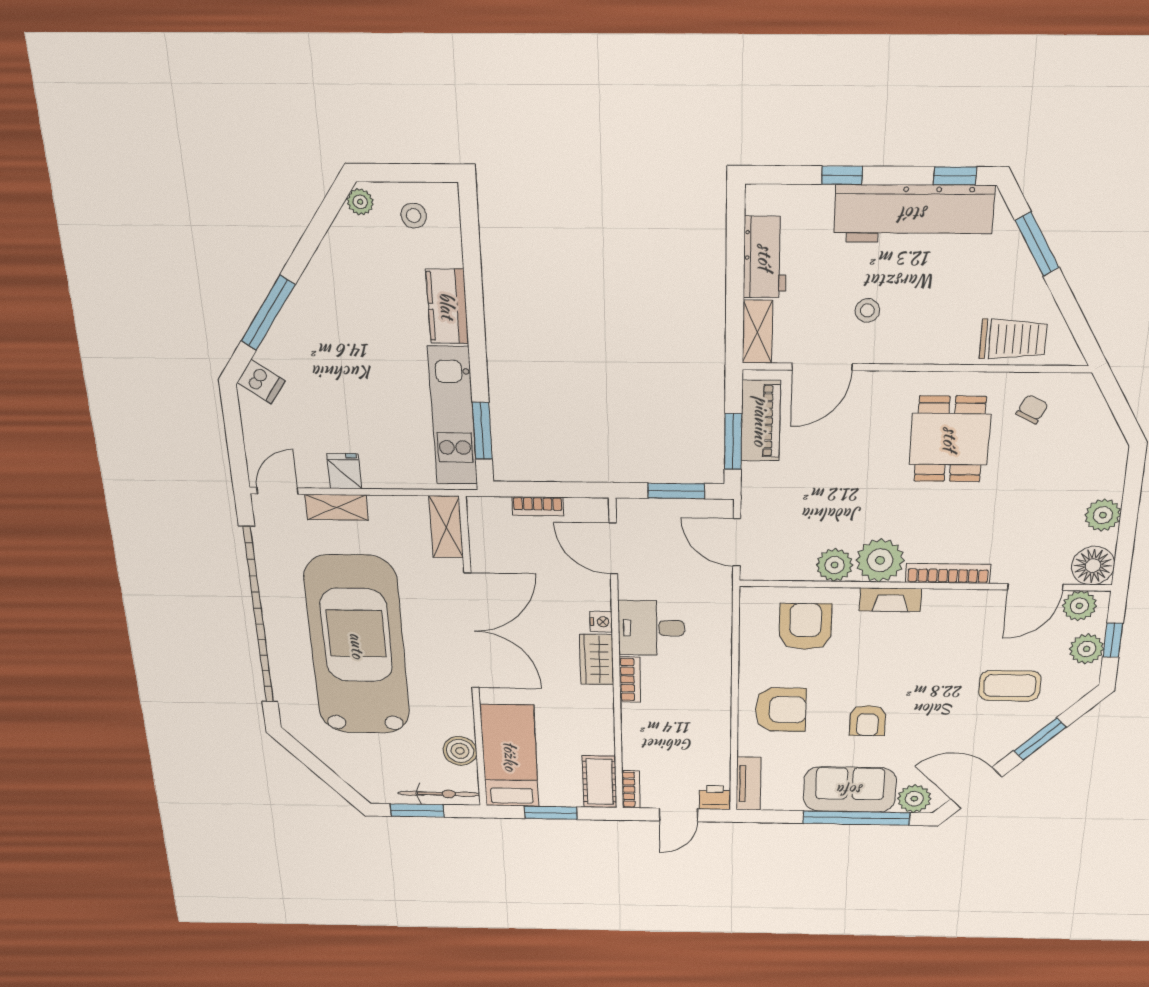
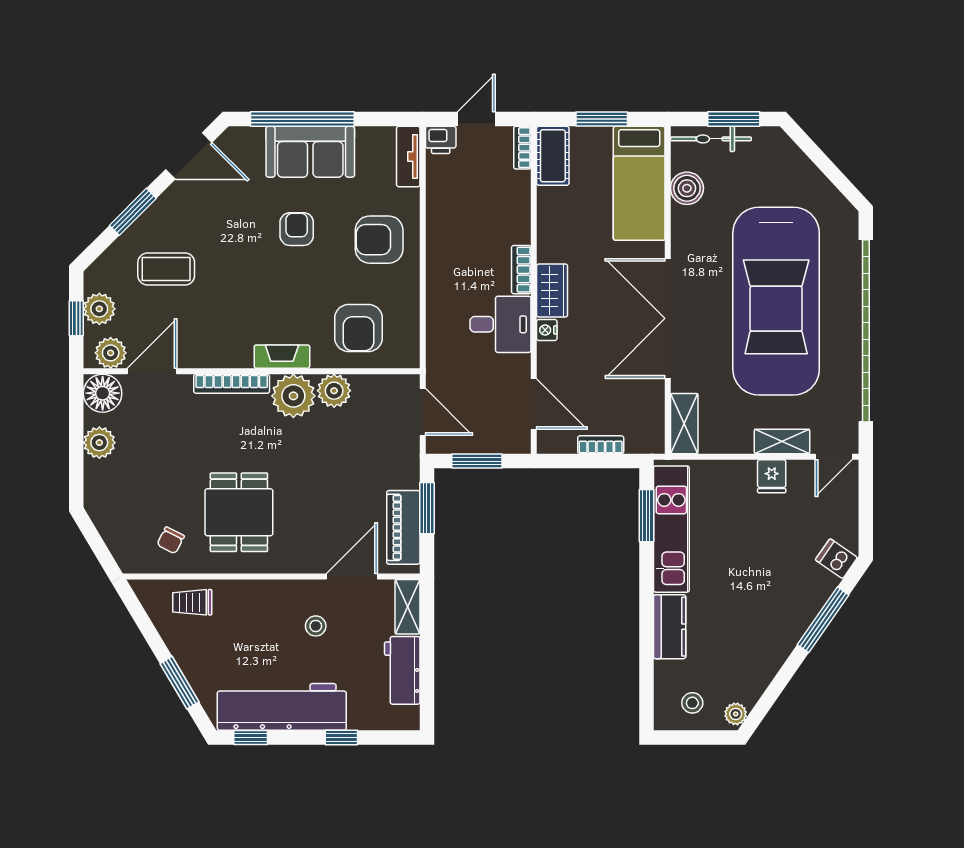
trolley: (1013, 339) -> (192, 602), width x0.73, depth x0.72
plant: (914, 799) -> (247, 142), removed

